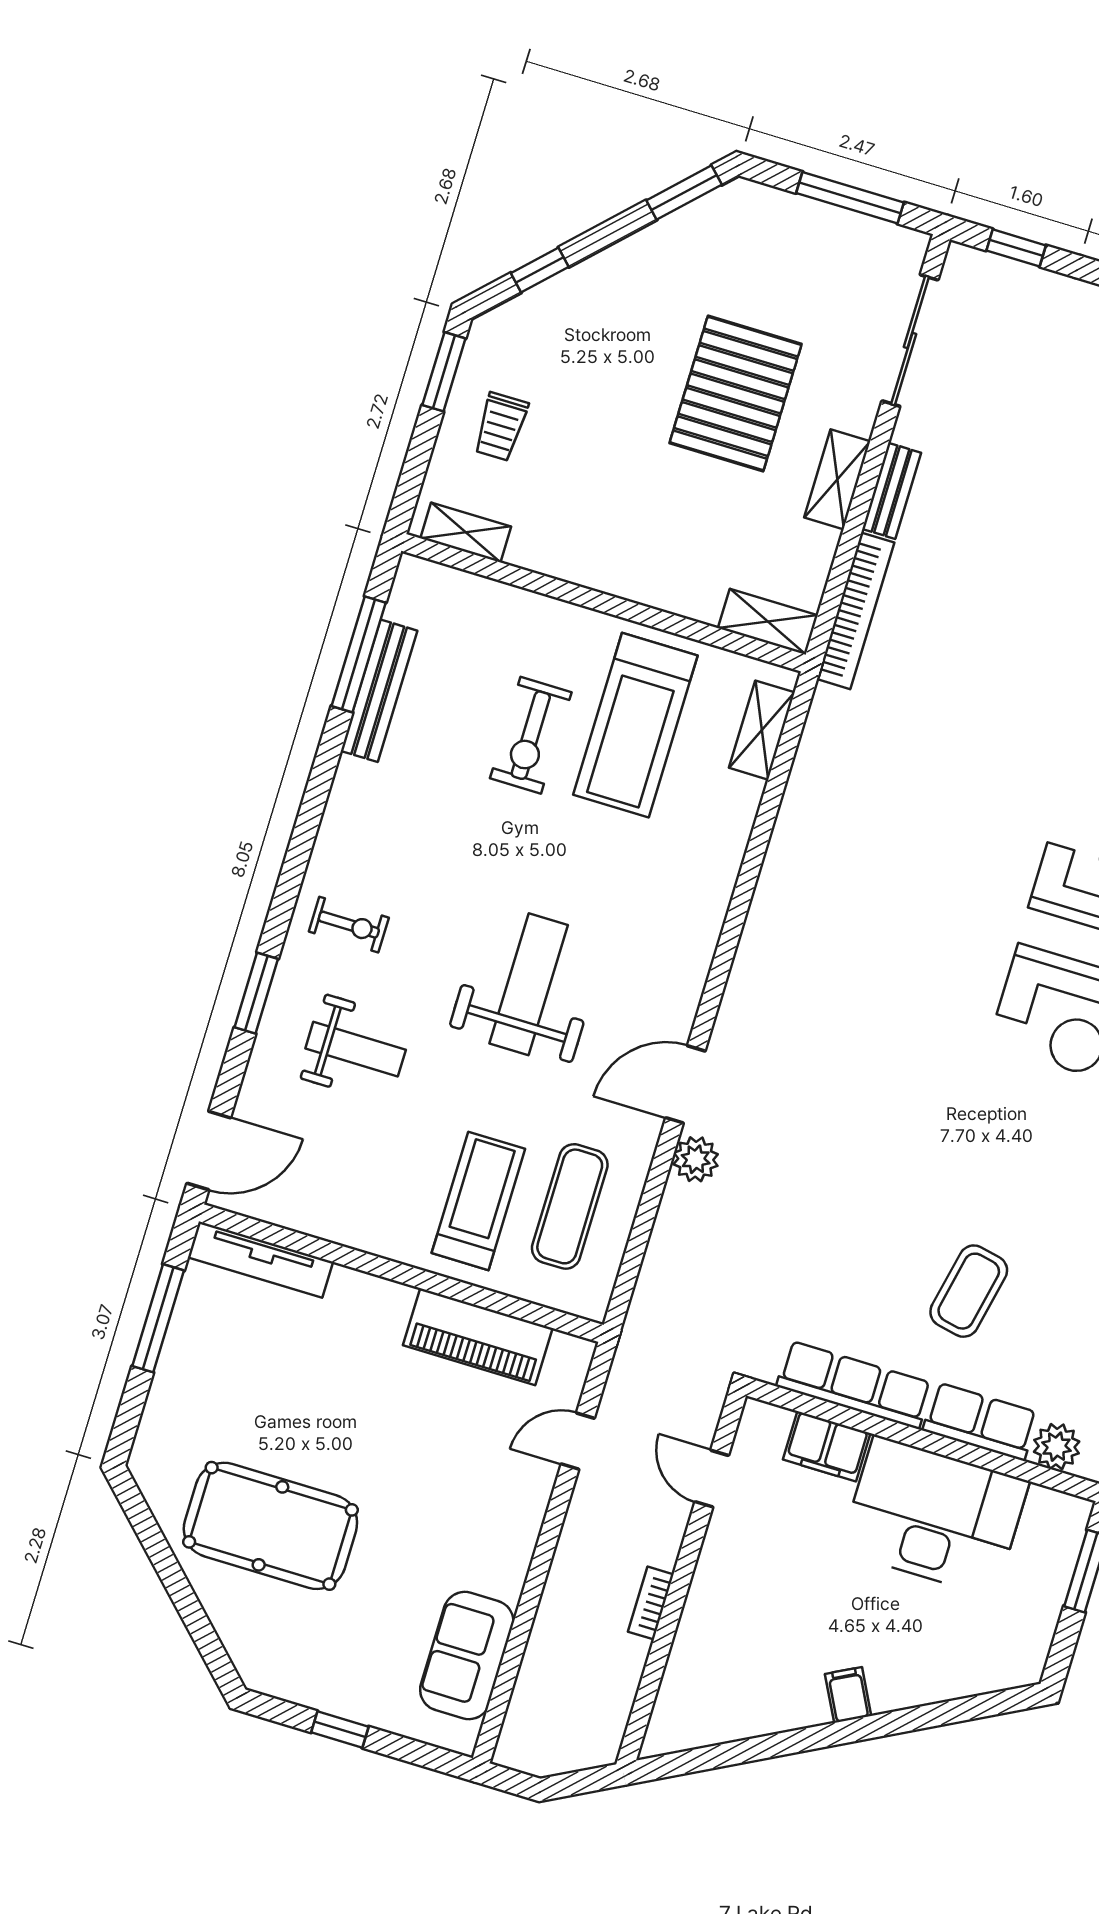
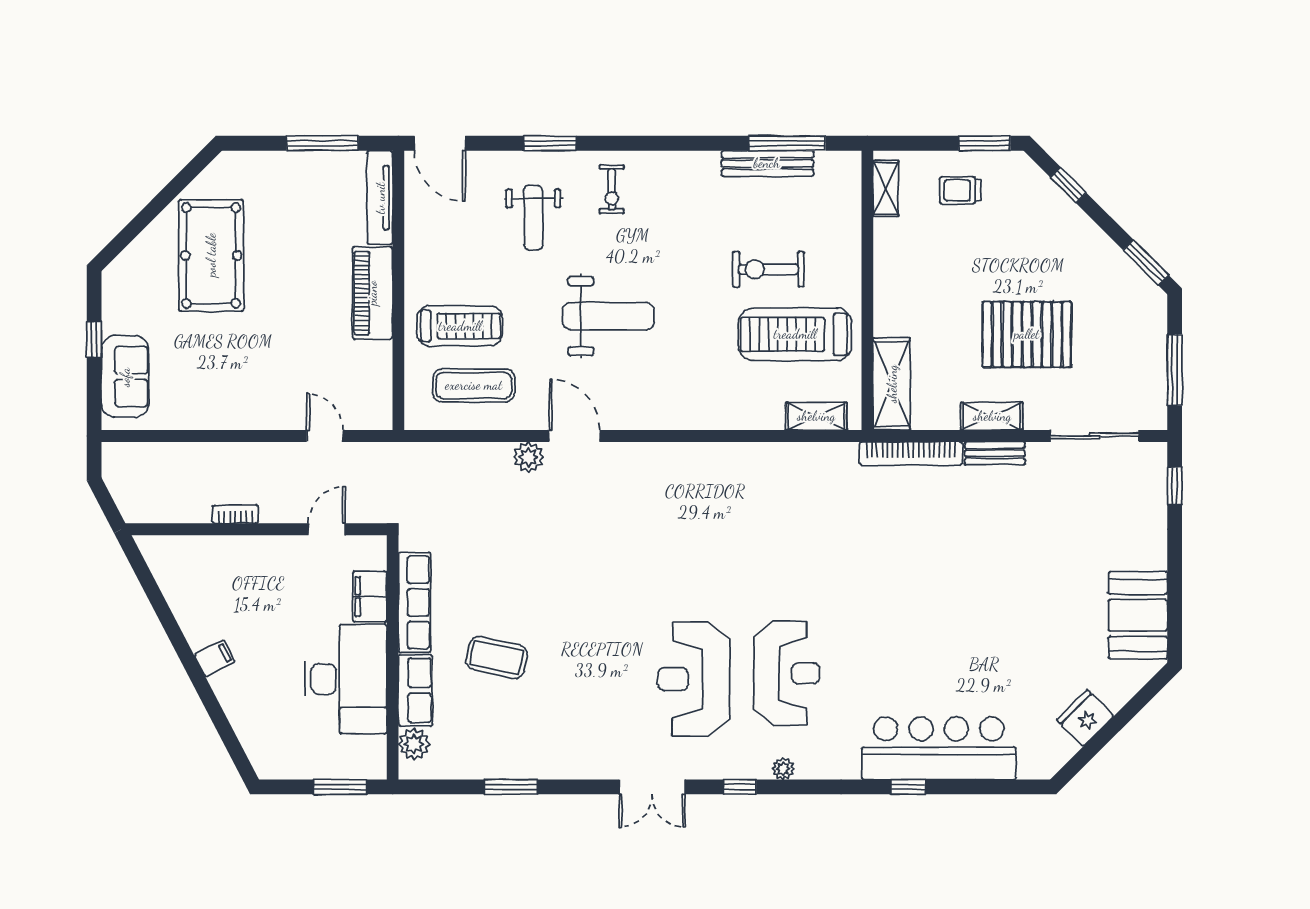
shelving: (768, 622) -> (892, 384), width x1.50, depth x1.33
piano: (478, 1337) -> (372, 293), moved
sofa: (467, 1656) -> (125, 377), moved, turned 90

